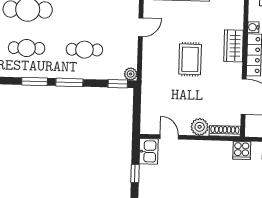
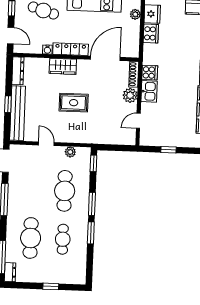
cafe table: (84, 50) -> (65, 191), width x1.37, depth x1.35
plant: (131, 74) -> (70, 152), moved
cooker: (242, 150) -> (150, 73), moved
kitchen sink: (149, 151) -> (149, 91), moved, turned 90

